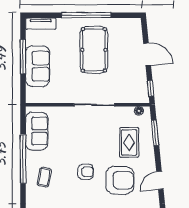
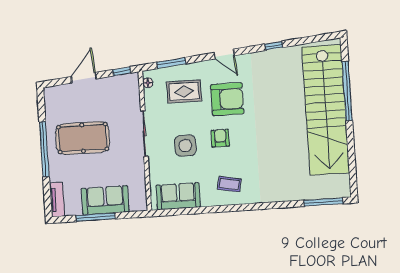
side table: (81, 140) -> (185, 146), added
window: (23, 159) -> (211, 210), removed
armchair: (120, 180) -> (227, 99), turned 90

